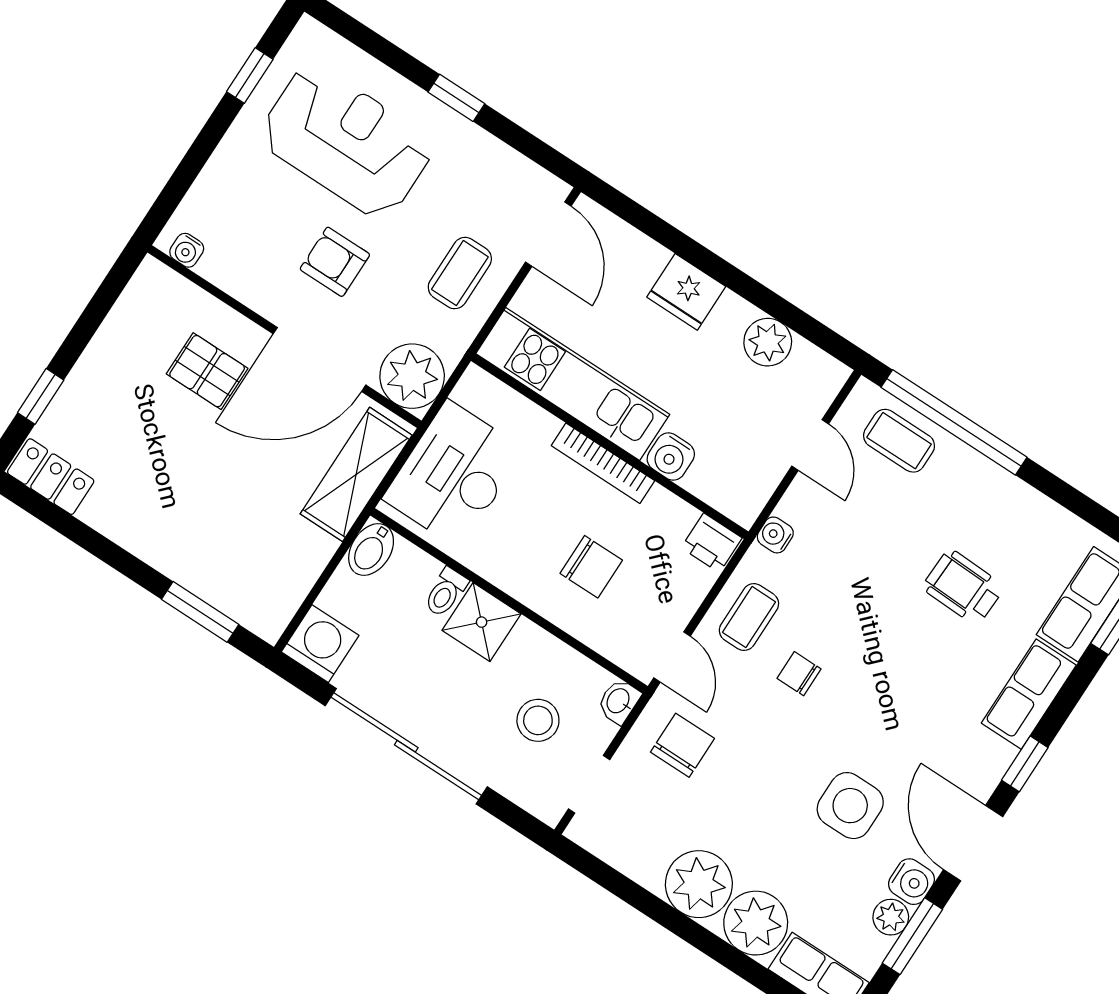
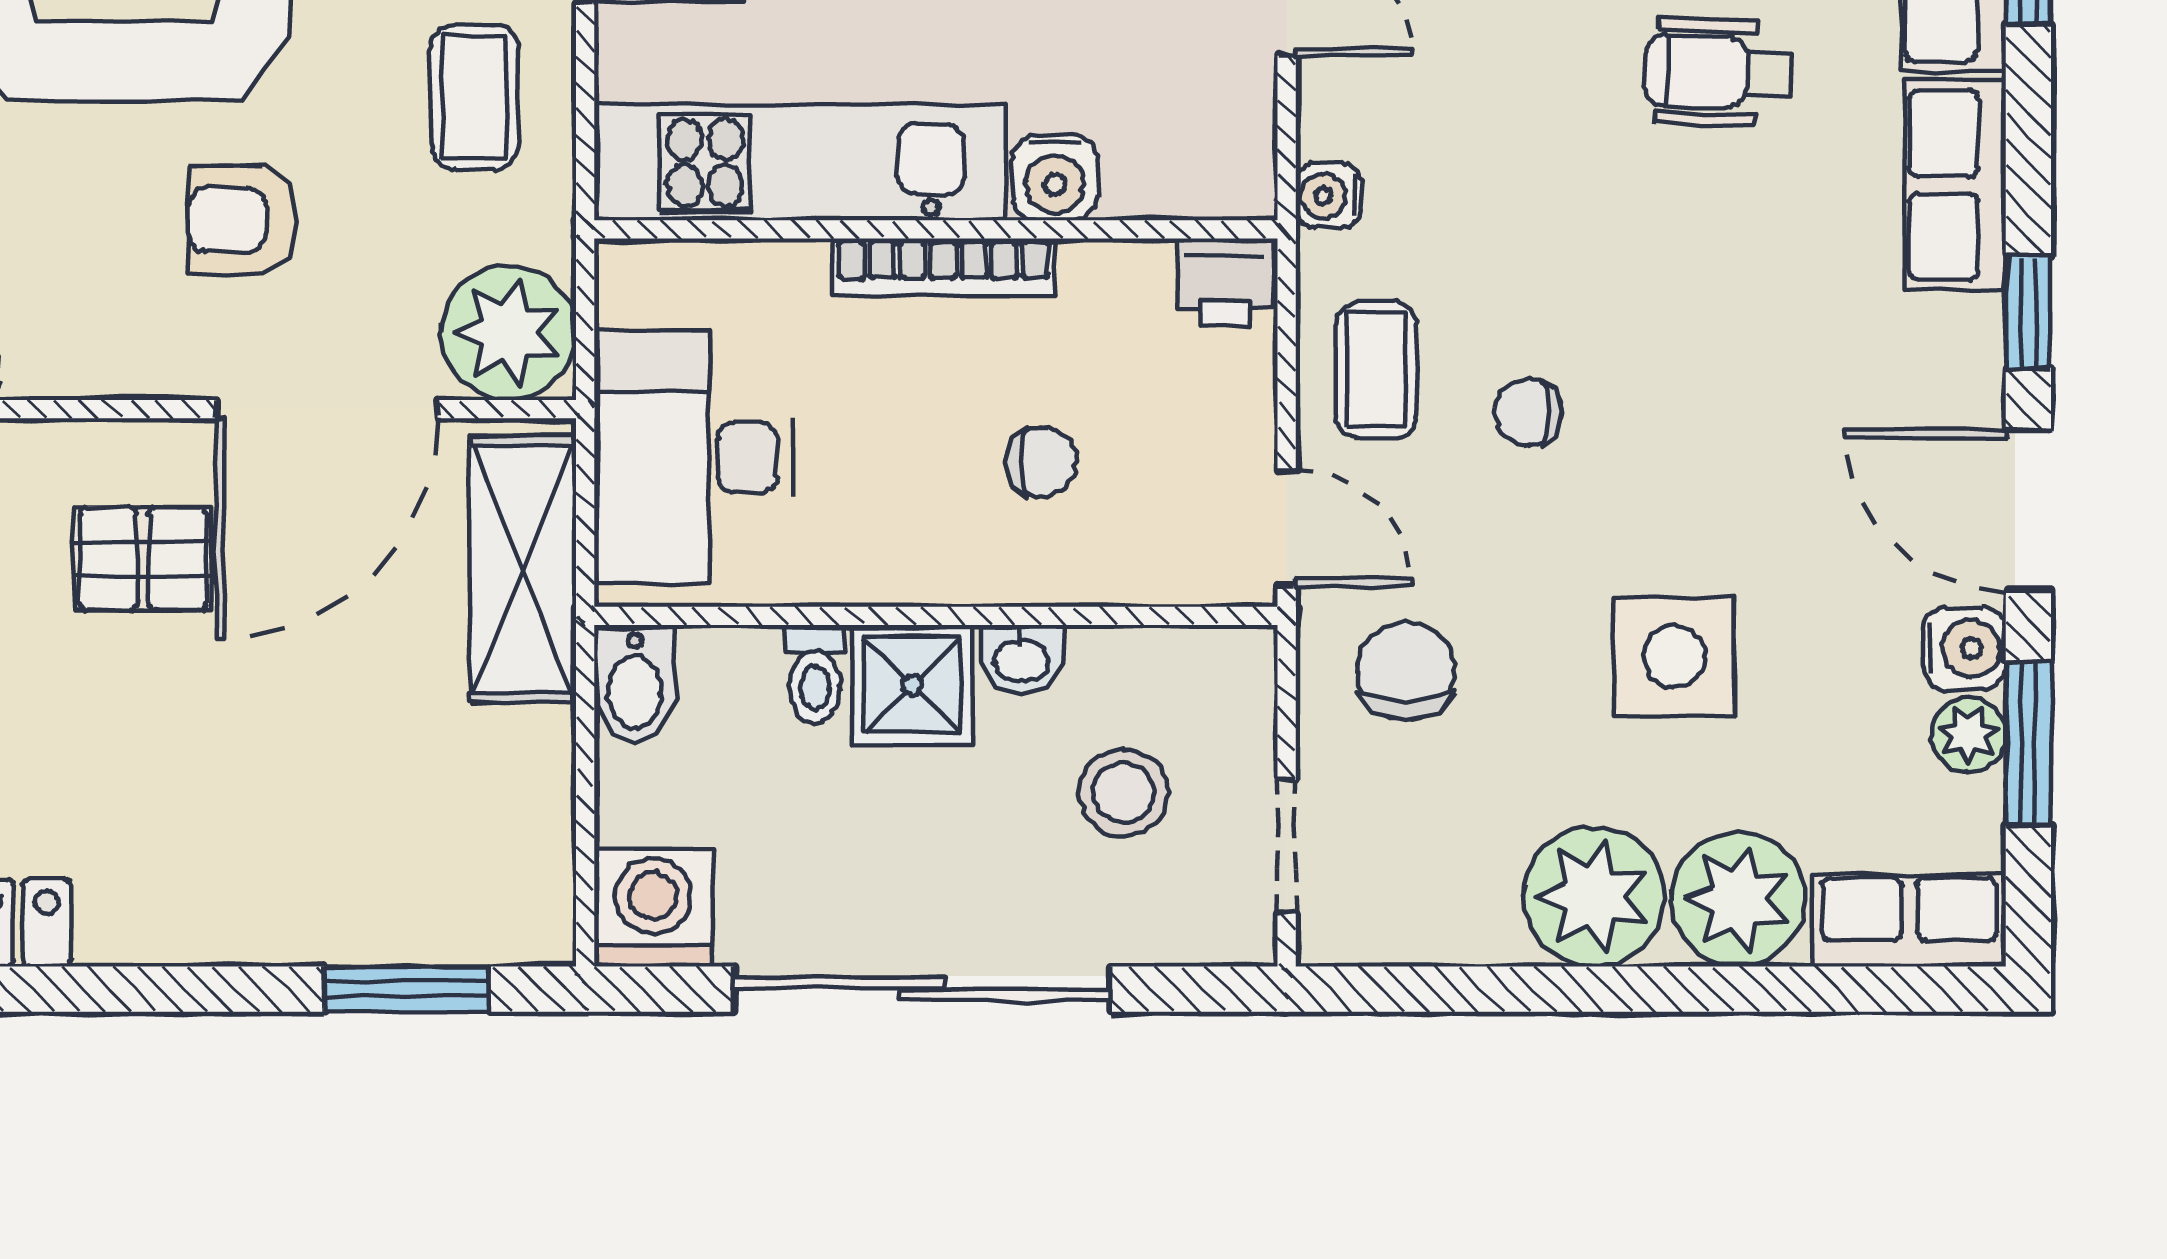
chair: (591, 567) -> (1041, 462), width x0.73, depth x0.73
washbasin: (619, 701) -> (1021, 659), moved, turned -90
side table: (850, 806) -> (1674, 656), moved

